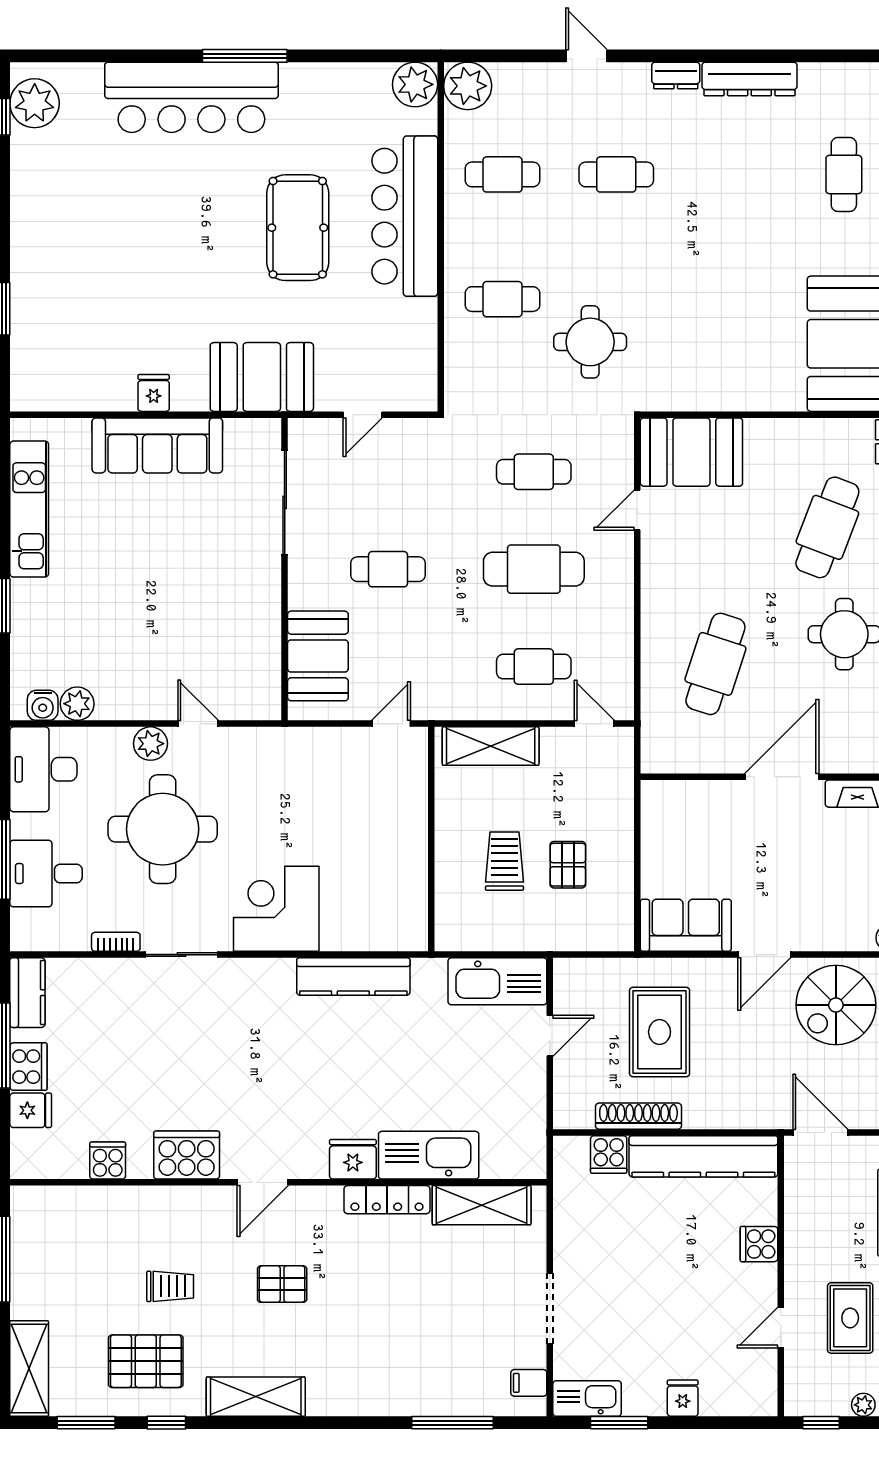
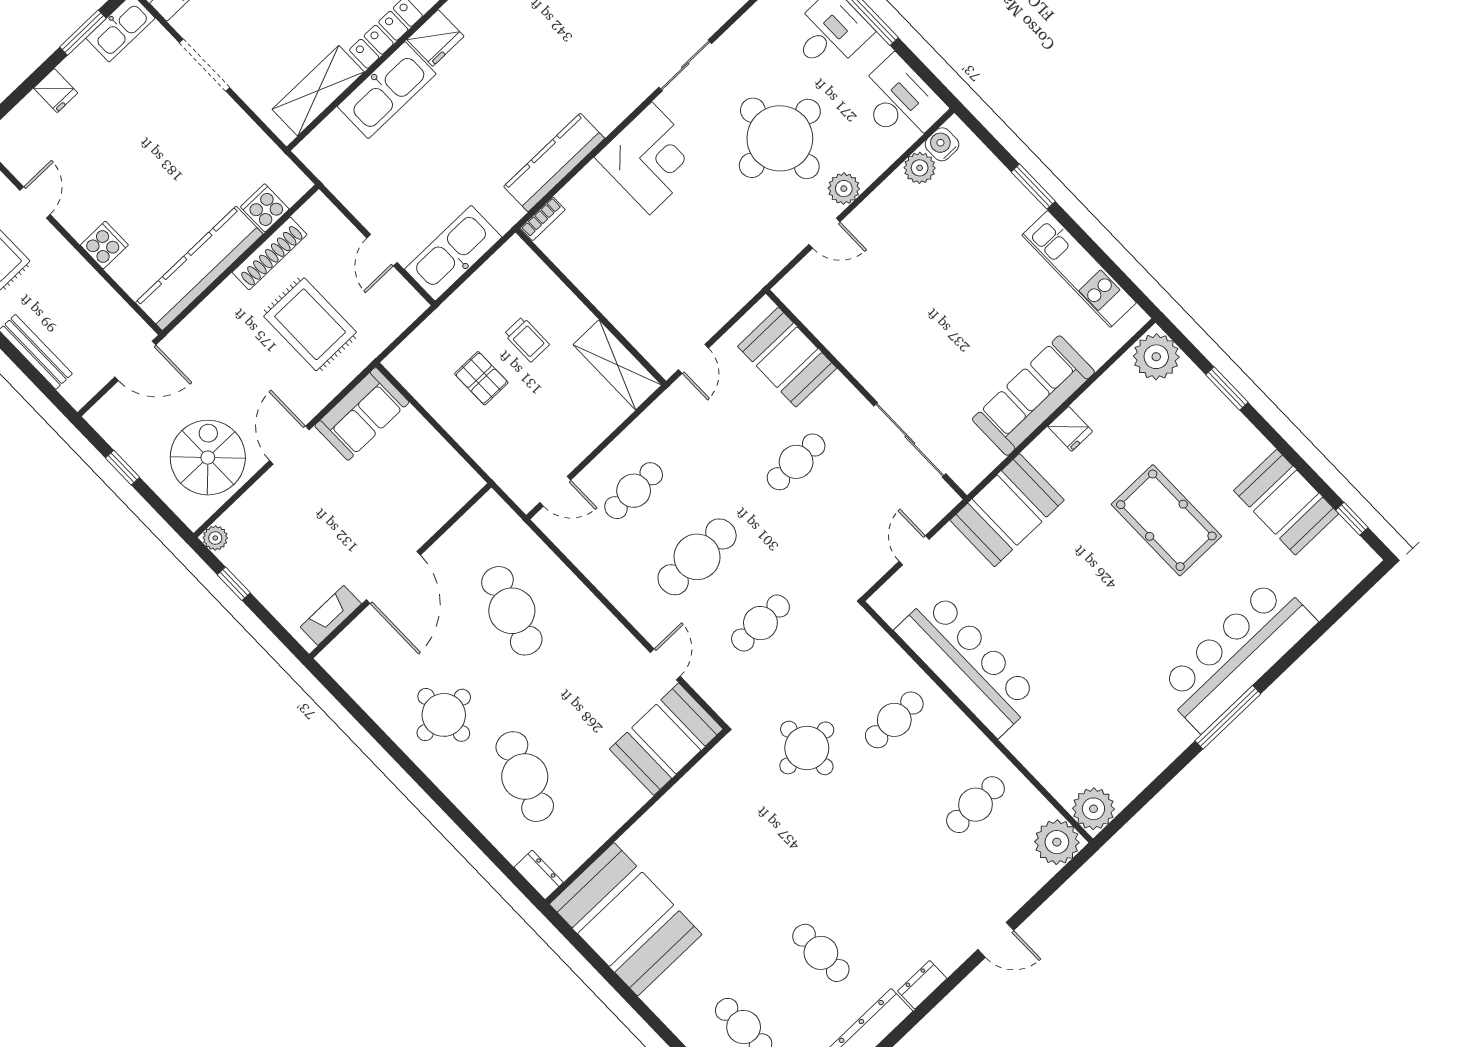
plant: (35, 103) -> (1156, 357), moved
cafe table: (616, 174) -> (821, 953), moved, turned 90
booth: (42, 178) -> (1286, 502), added
bar counter: (405, 216) -> (968, 664), moved
pool table: (298, 228) -> (1166, 520), moved
shelving: (491, 746) -> (617, 365), moved, turned 90
trolley: (504, 861) -> (527, 339), width x0.73, depth x0.72
bookcase: (116, 942) -> (543, 219), moved

